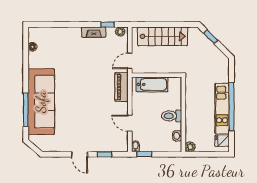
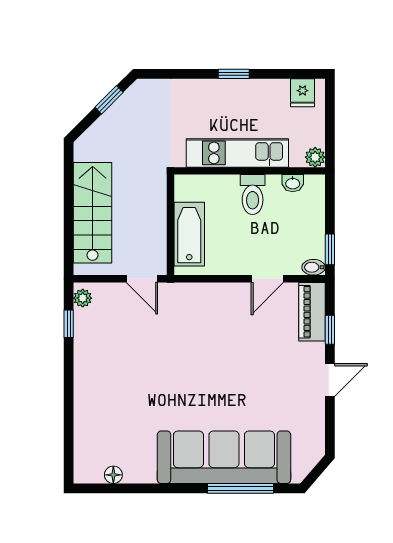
fireplace: (94, 32) -> (84, 351), removed
window: (211, 37) -> (109, 100), moved
piano: (121, 87) -> (312, 312), moved, turned 90
window: (231, 107) -> (234, 74), width x0.32
kitchen unit: (222, 108) -> (237, 153), moved, turned 180

